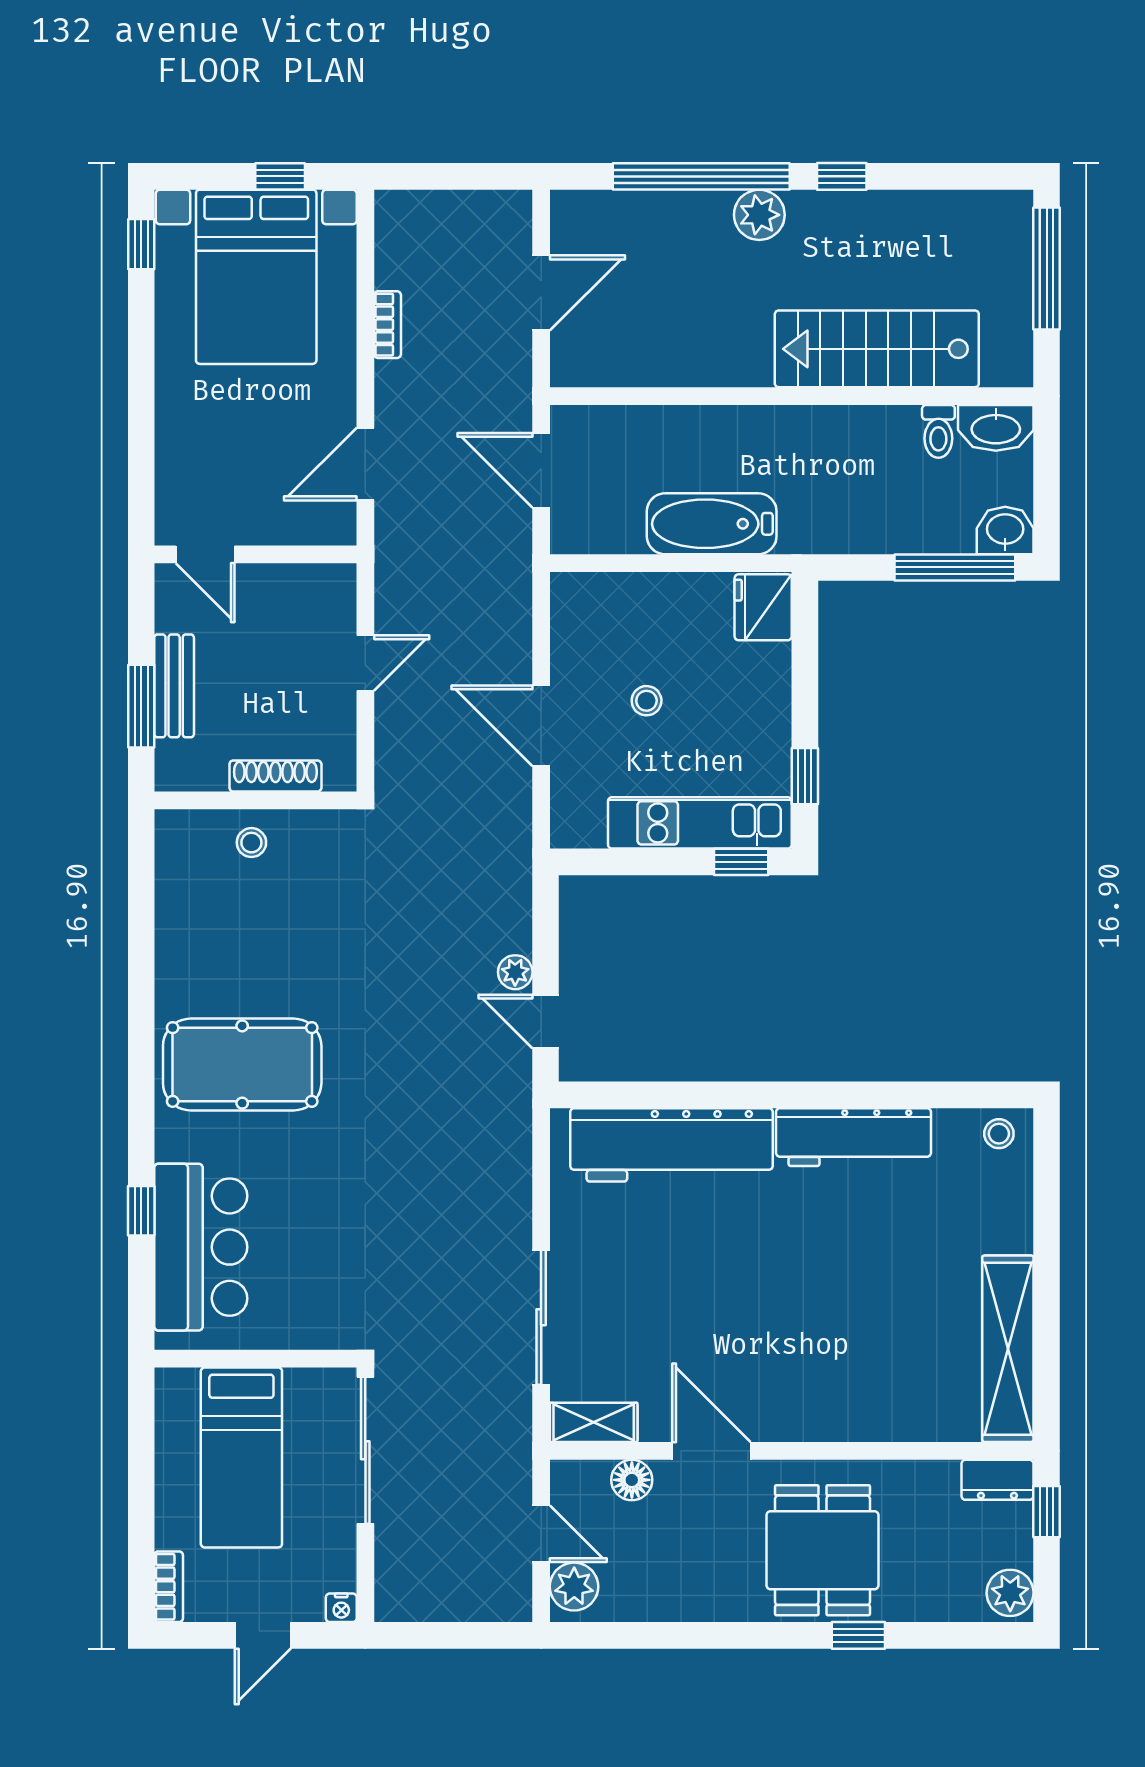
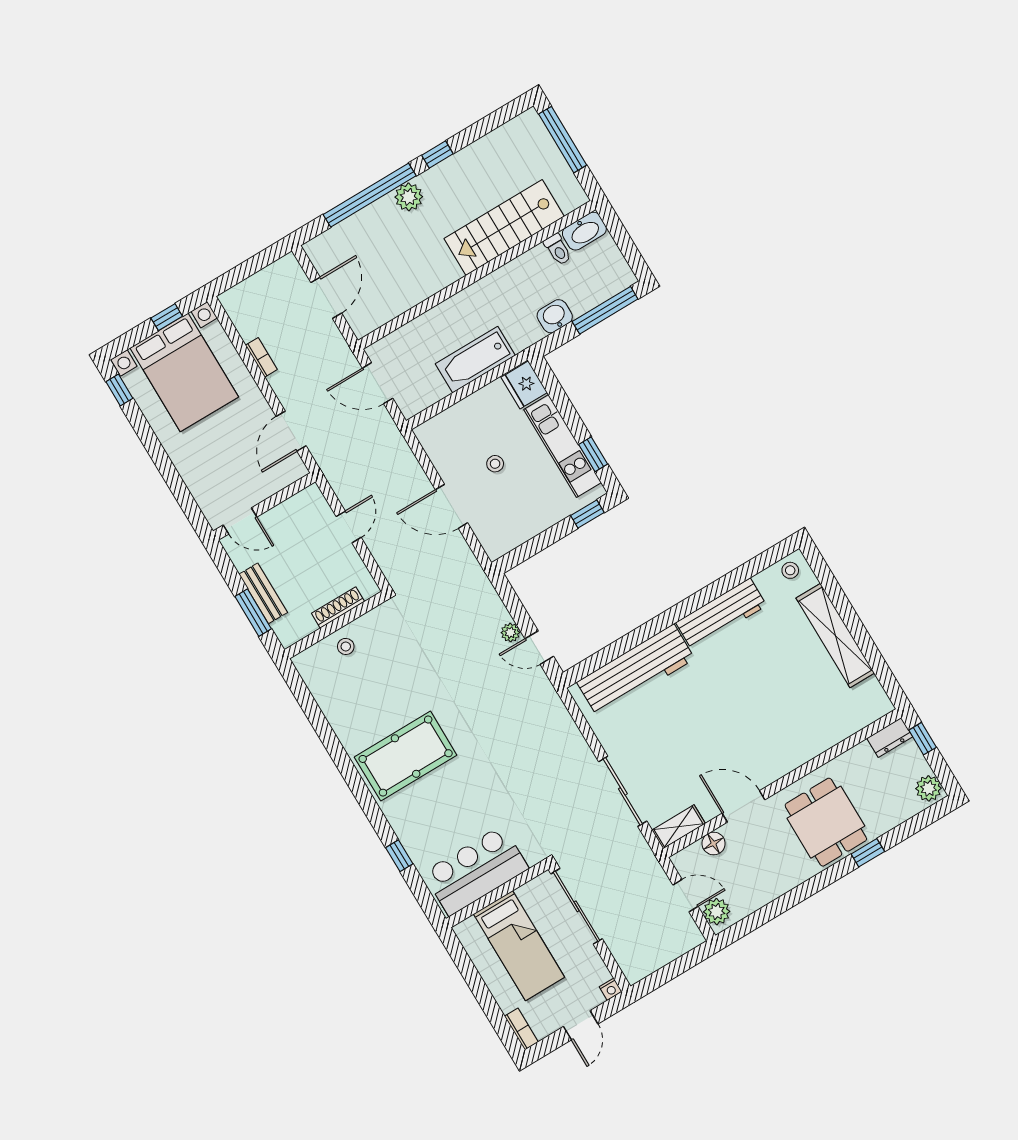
washbasin: (1005, 530) -> (555, 316), moved
kitchen unit: (700, 823) -> (563, 446), moved, turned -90
bar counter: (201, 1247) -> (476, 871), moved, turned -90
shelving: (1008, 1349) -> (835, 636), moved

